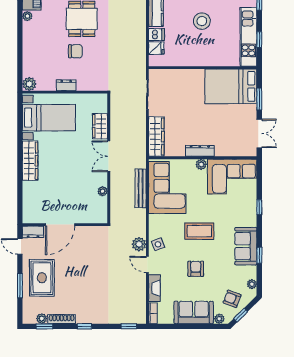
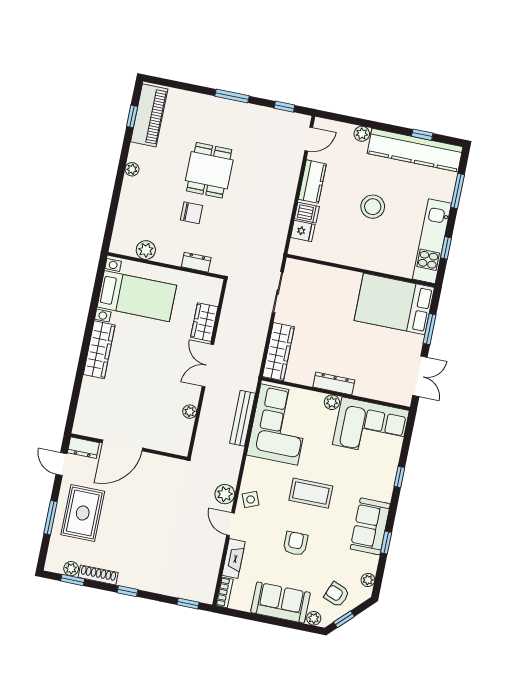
plant: (27, 16) -> (132, 169), moved
plant: (29, 84) -> (146, 250), moved
dresser: (66, 85) -> (196, 262), moved

